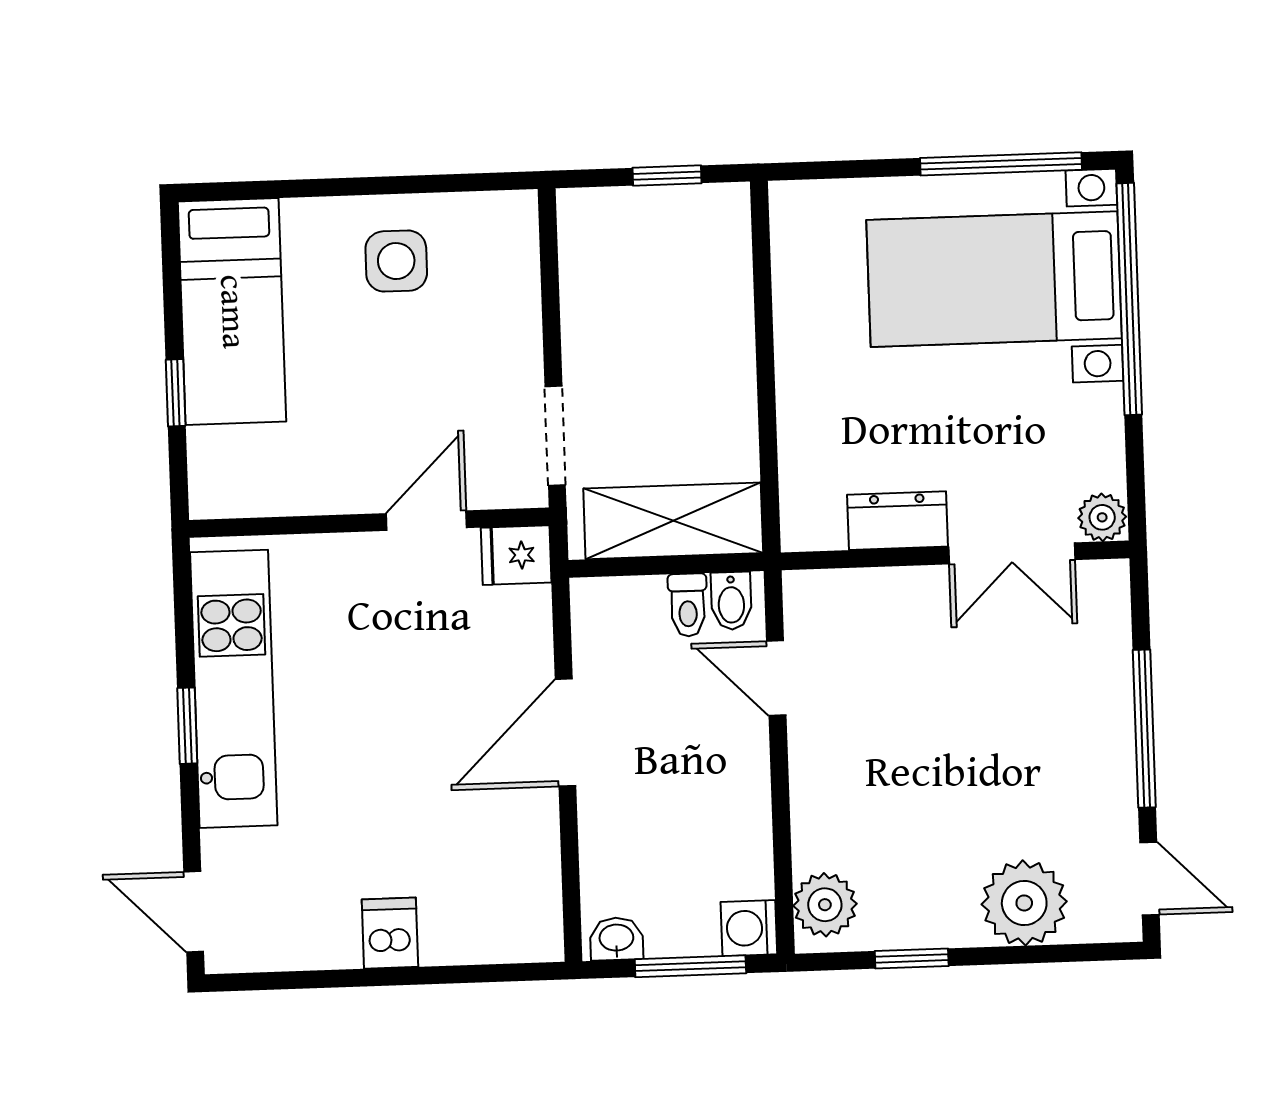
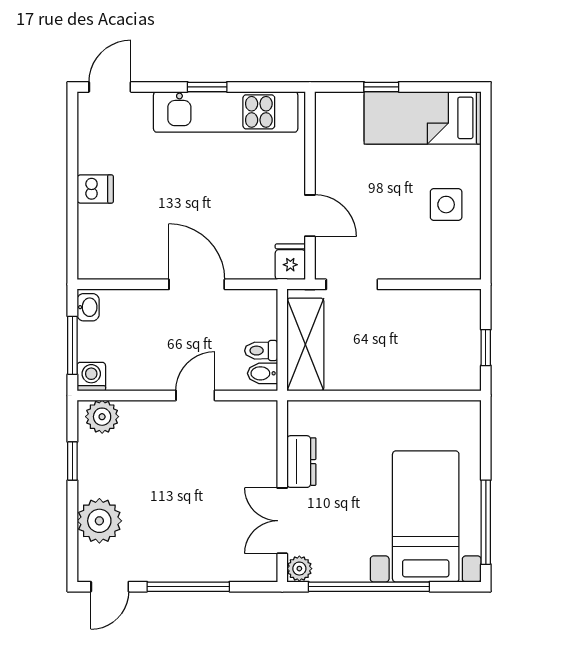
window: (1129, 299) -> (369, 587), moved
door: (776, 678) -> (195, 395), moved

